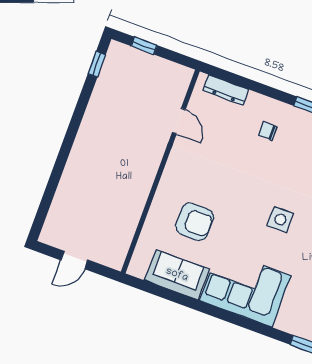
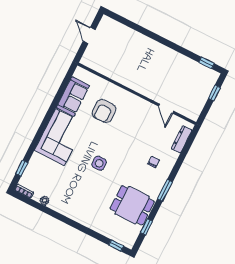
door: (179, 121) -> (166, 109), hinge flipped

